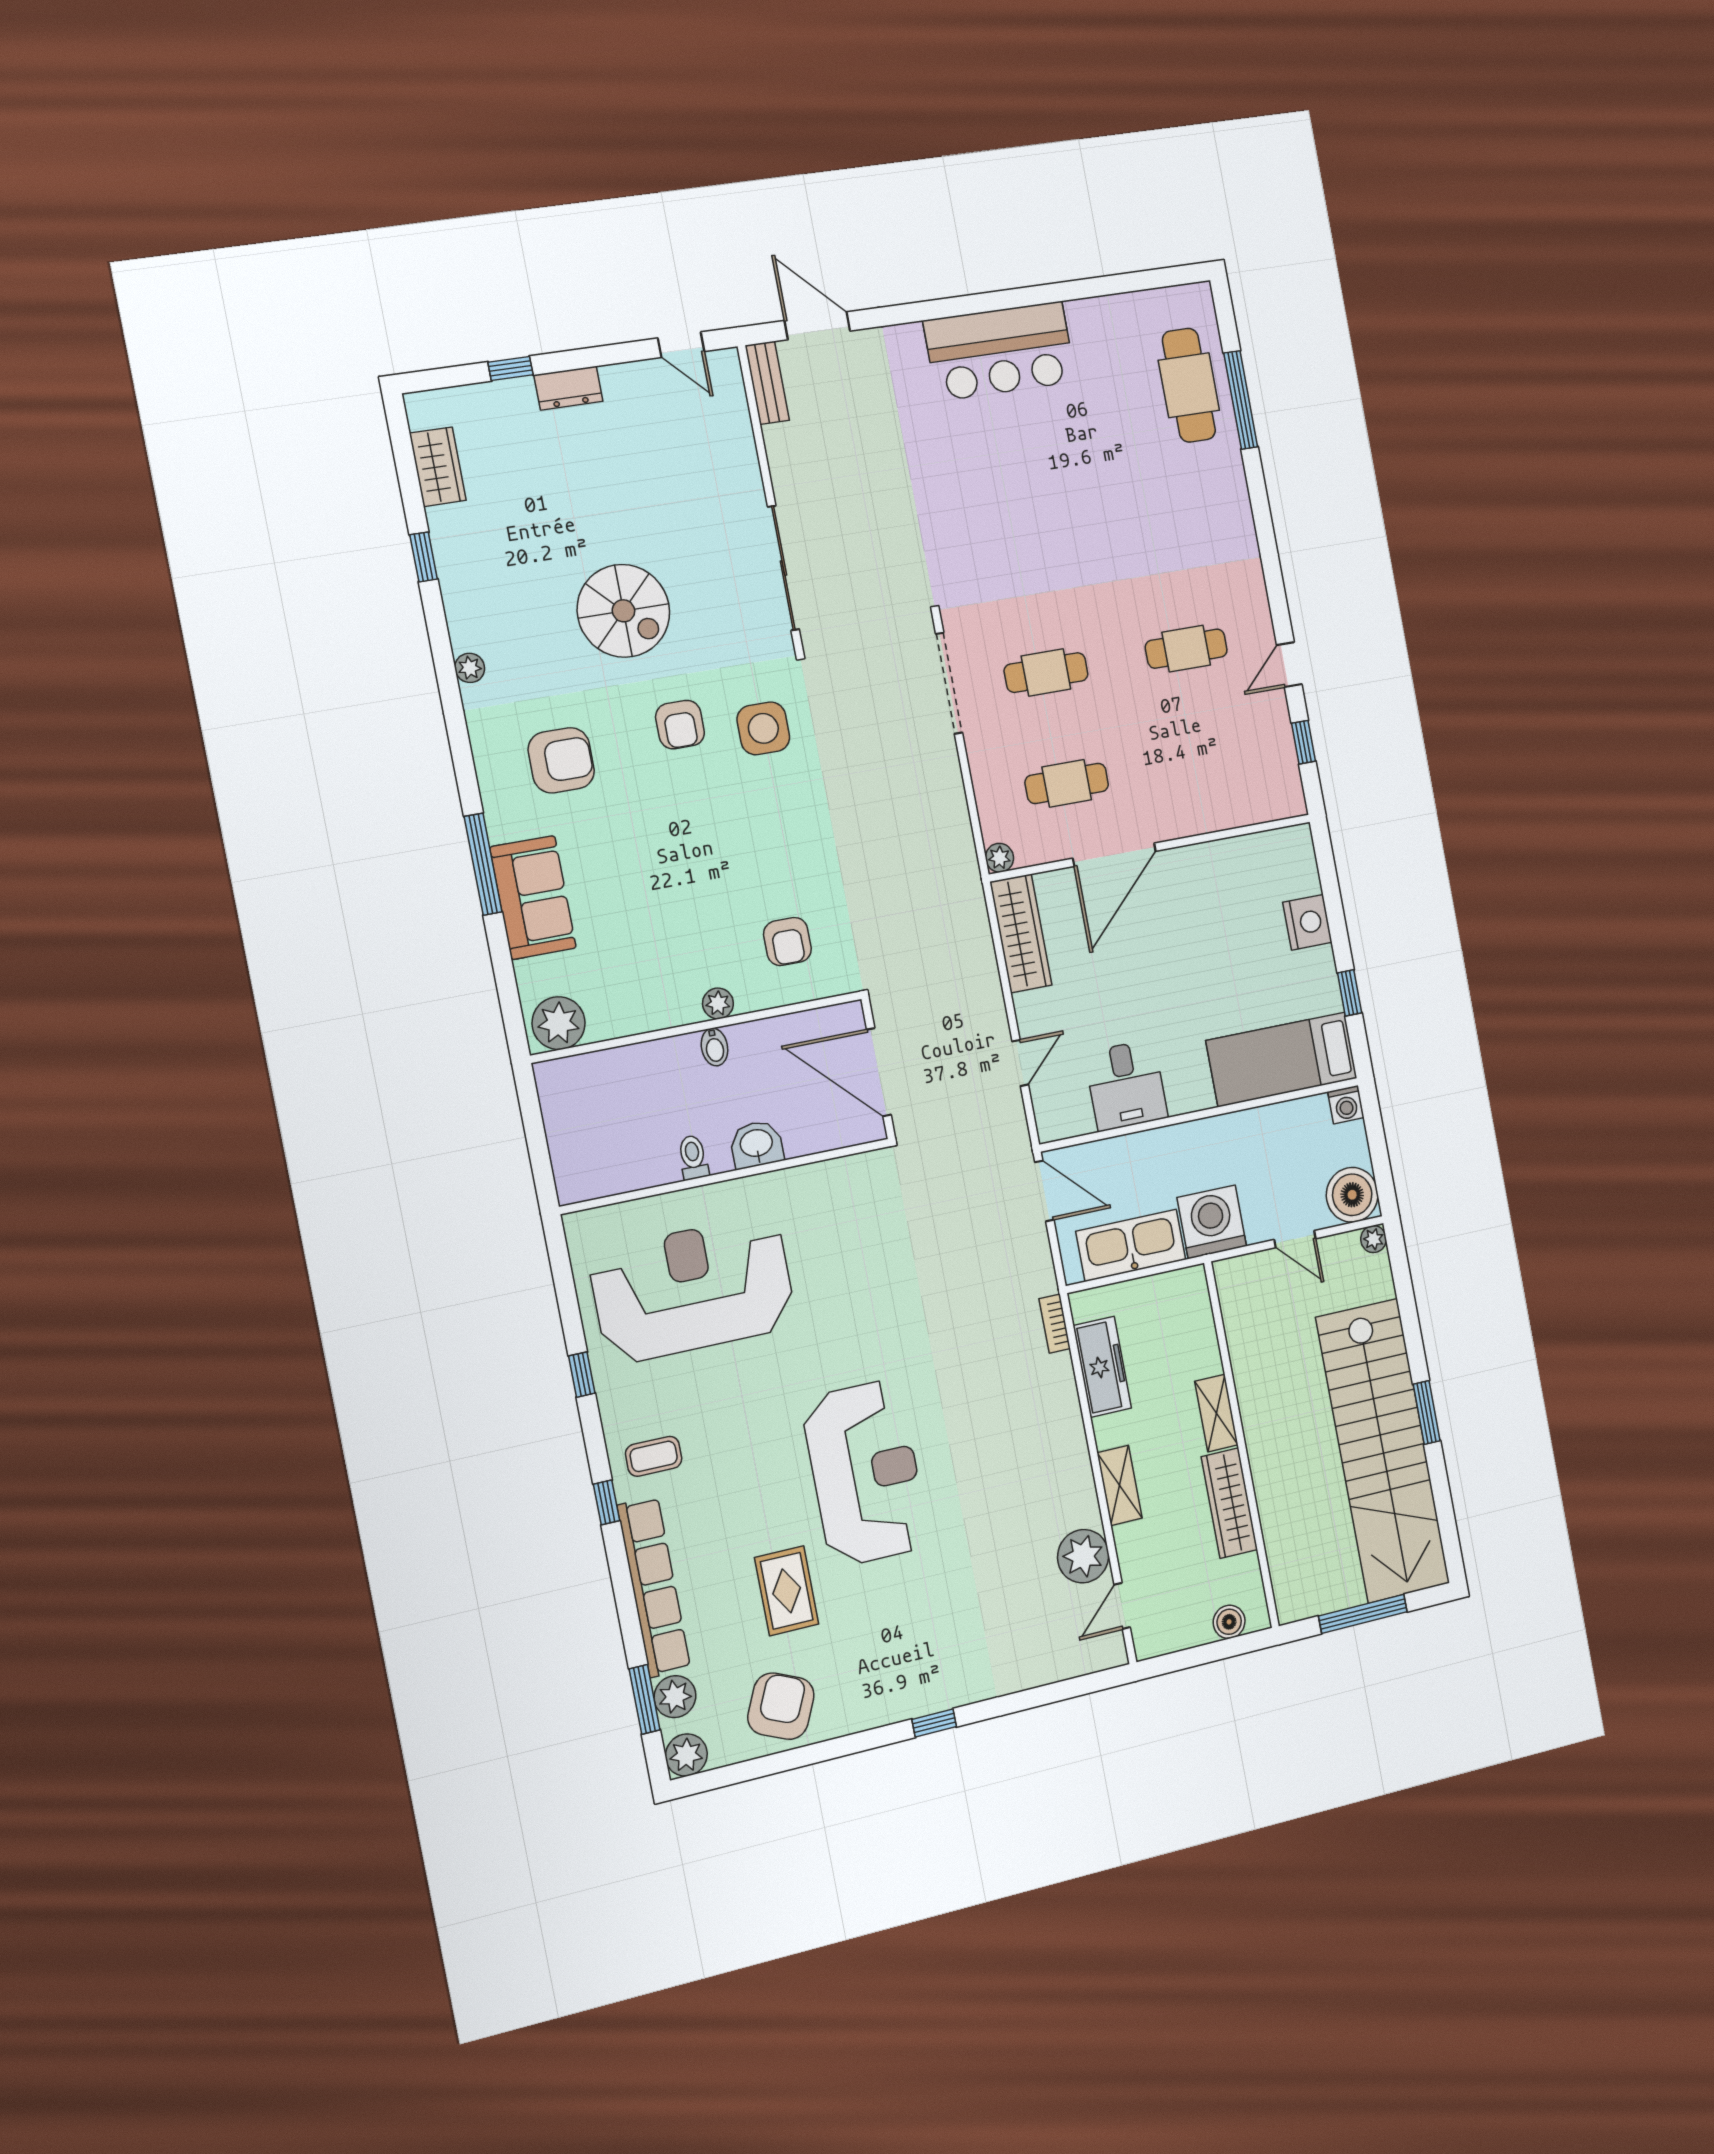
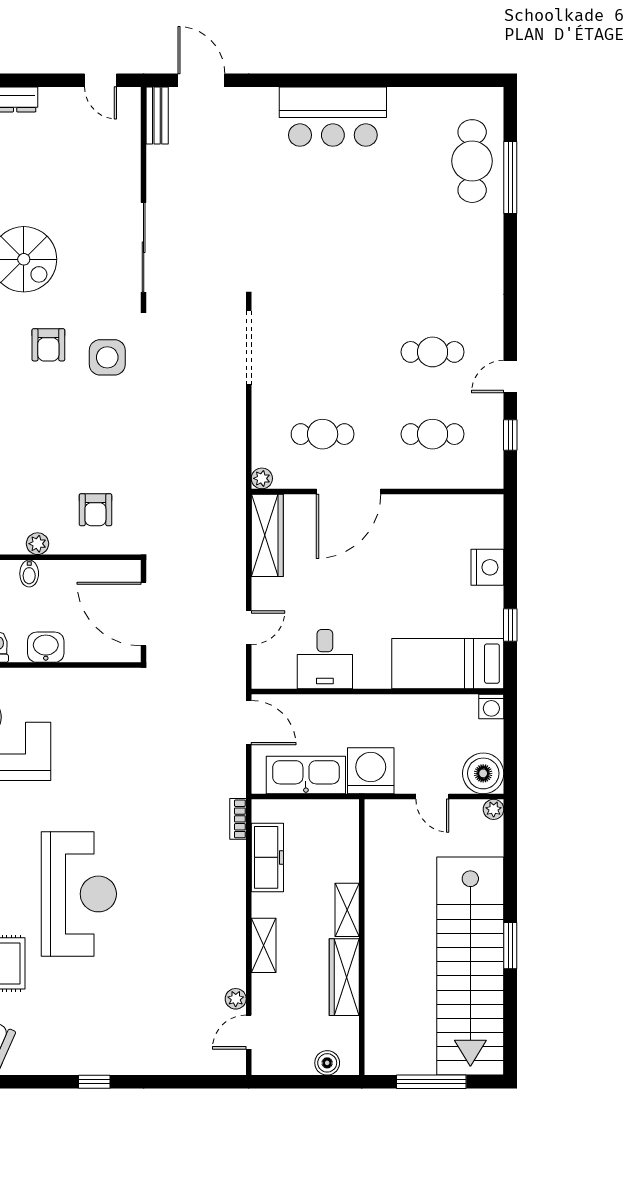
cafe table: (1046, 673) -> (433, 434), moved
plant: (1083, 1556) -> (236, 999), width x0.53, depth x0.53

